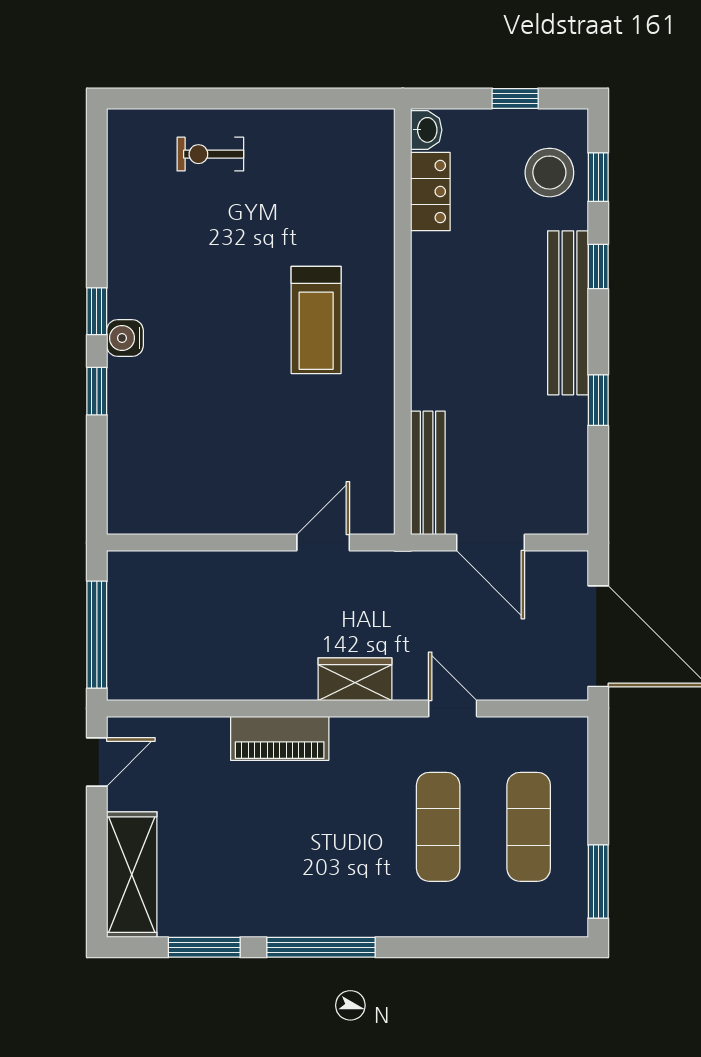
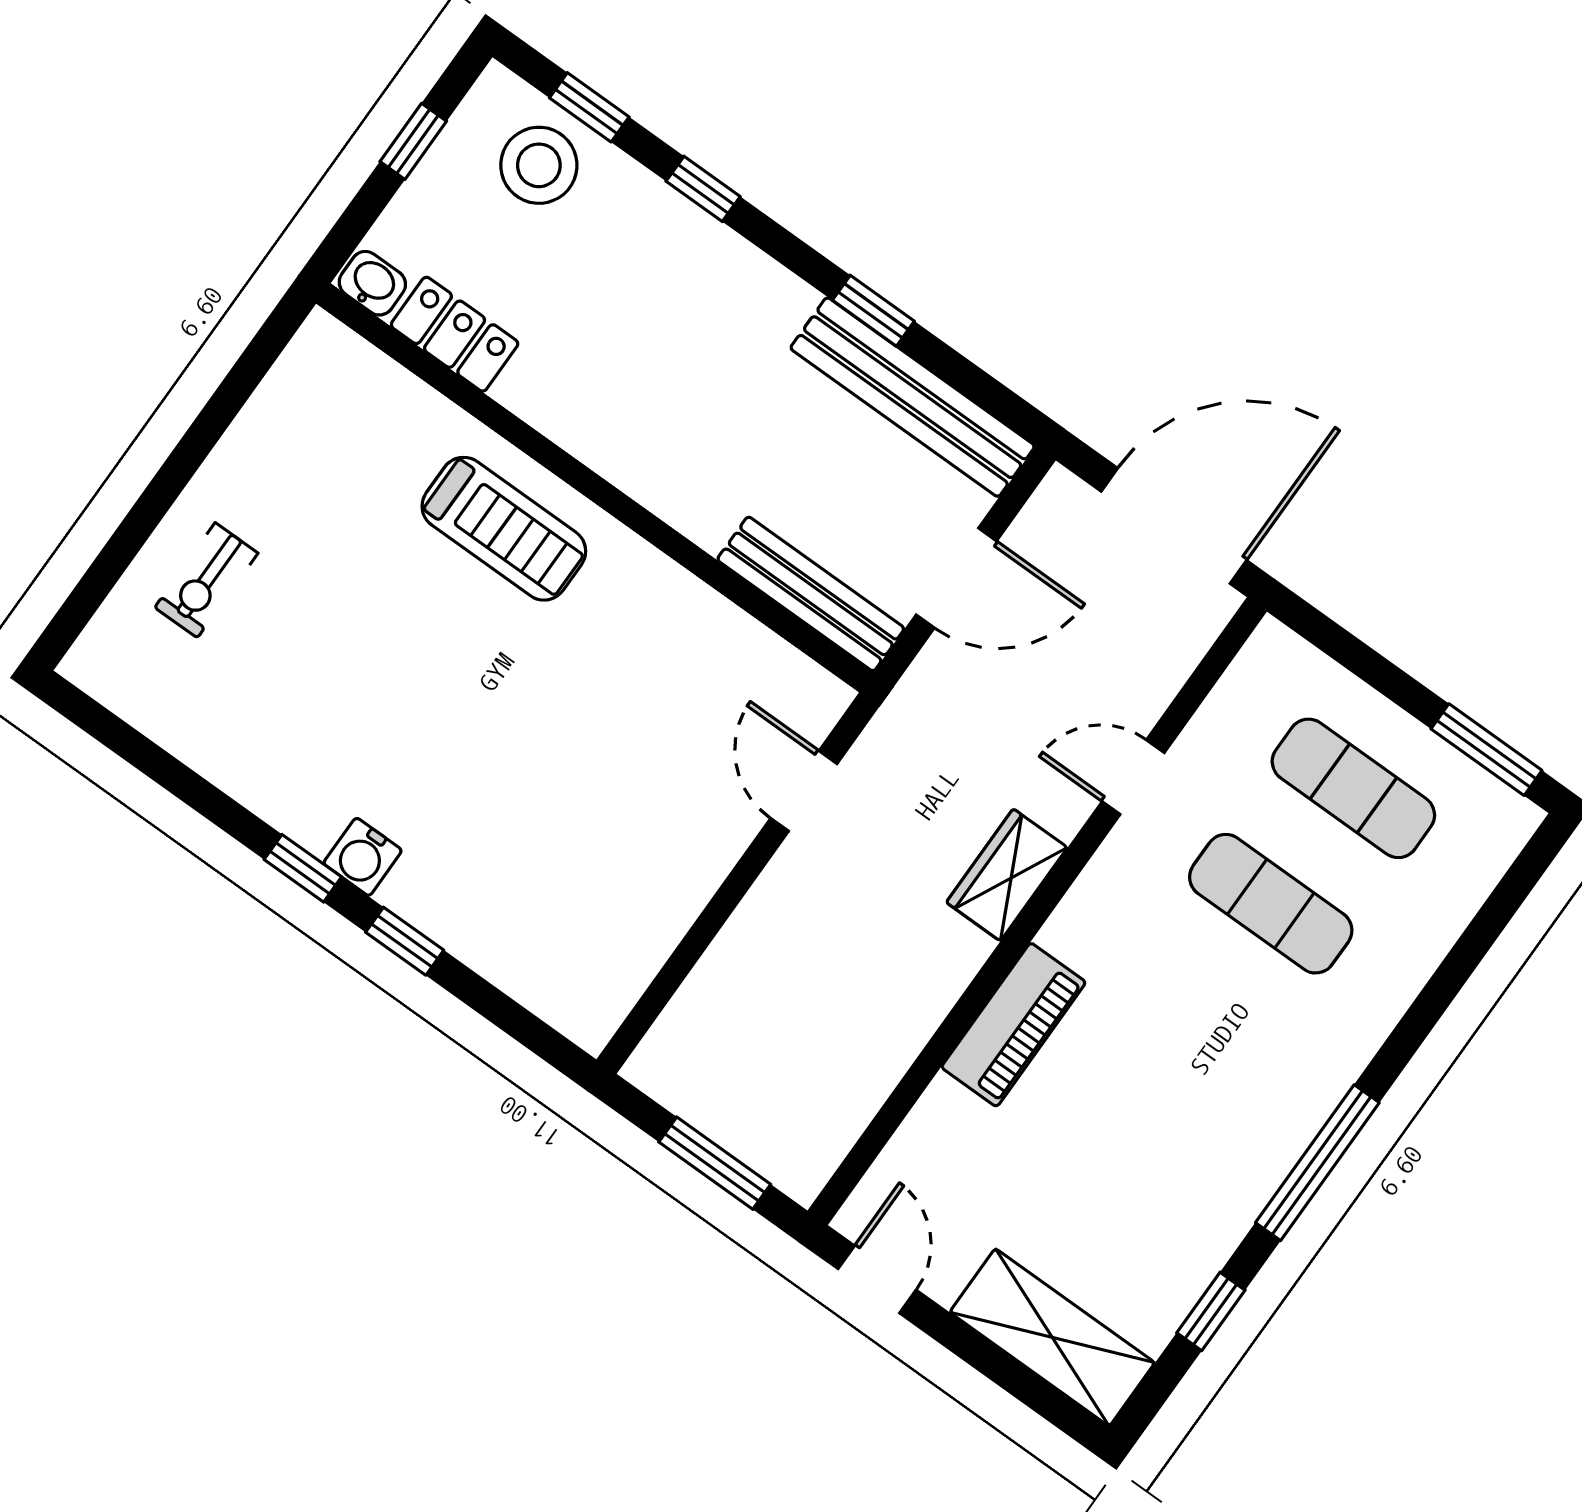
bench: (568, 313) -> (913, 397), moved
treadmill: (316, 320) -> (504, 529), moved
window: (97, 635) -> (715, 1163), width x0.69
window: (204, 947) -> (1211, 1311), width x0.67

